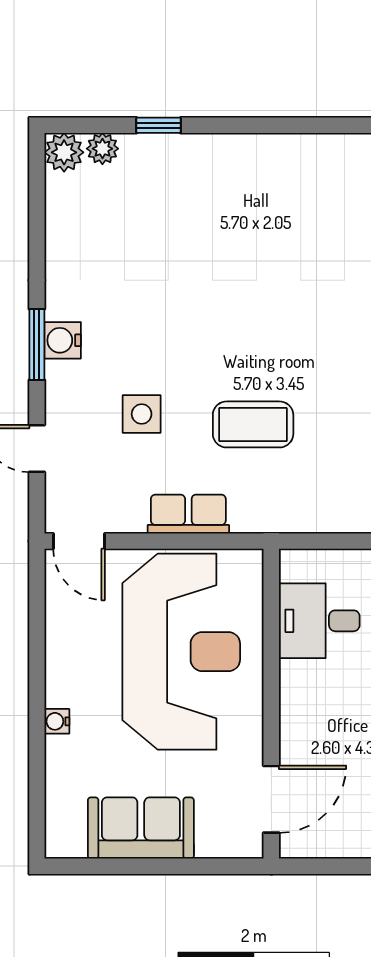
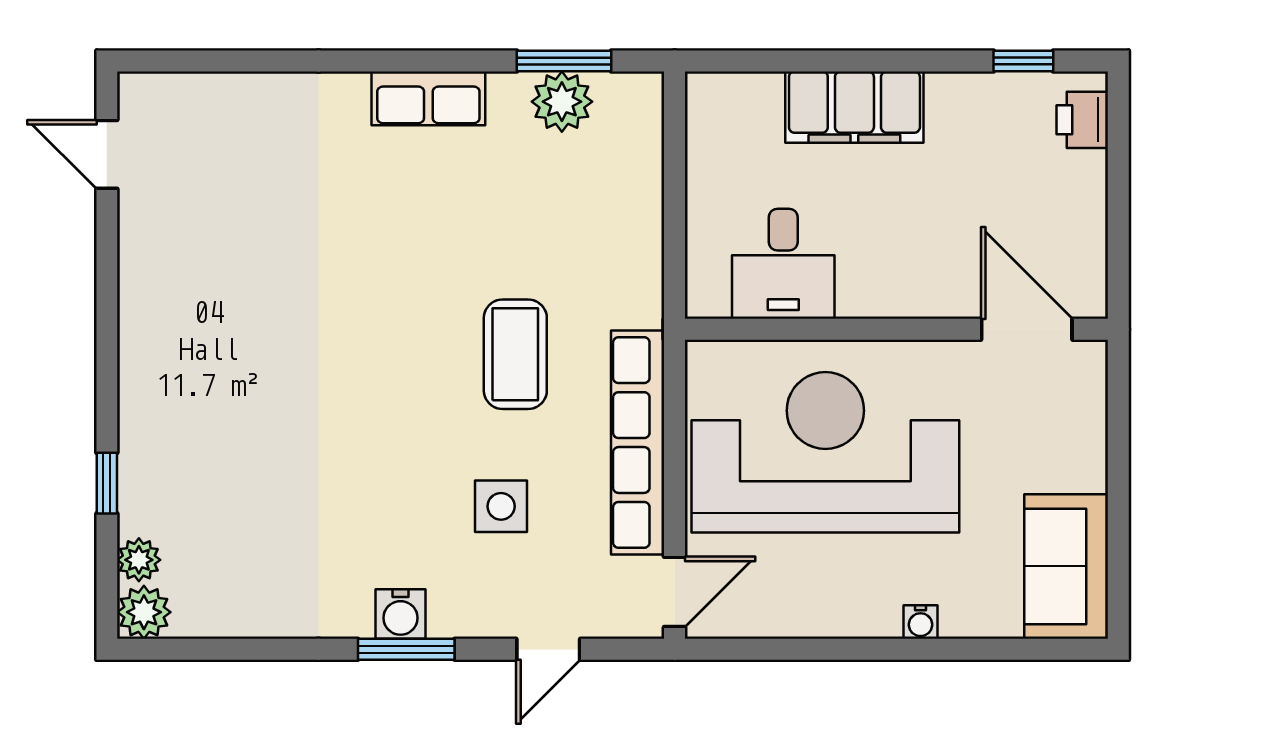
row of seats: (188, 514) -> (638, 443), width x2.02
sofa: (141, 828) -> (1066, 566), moved

